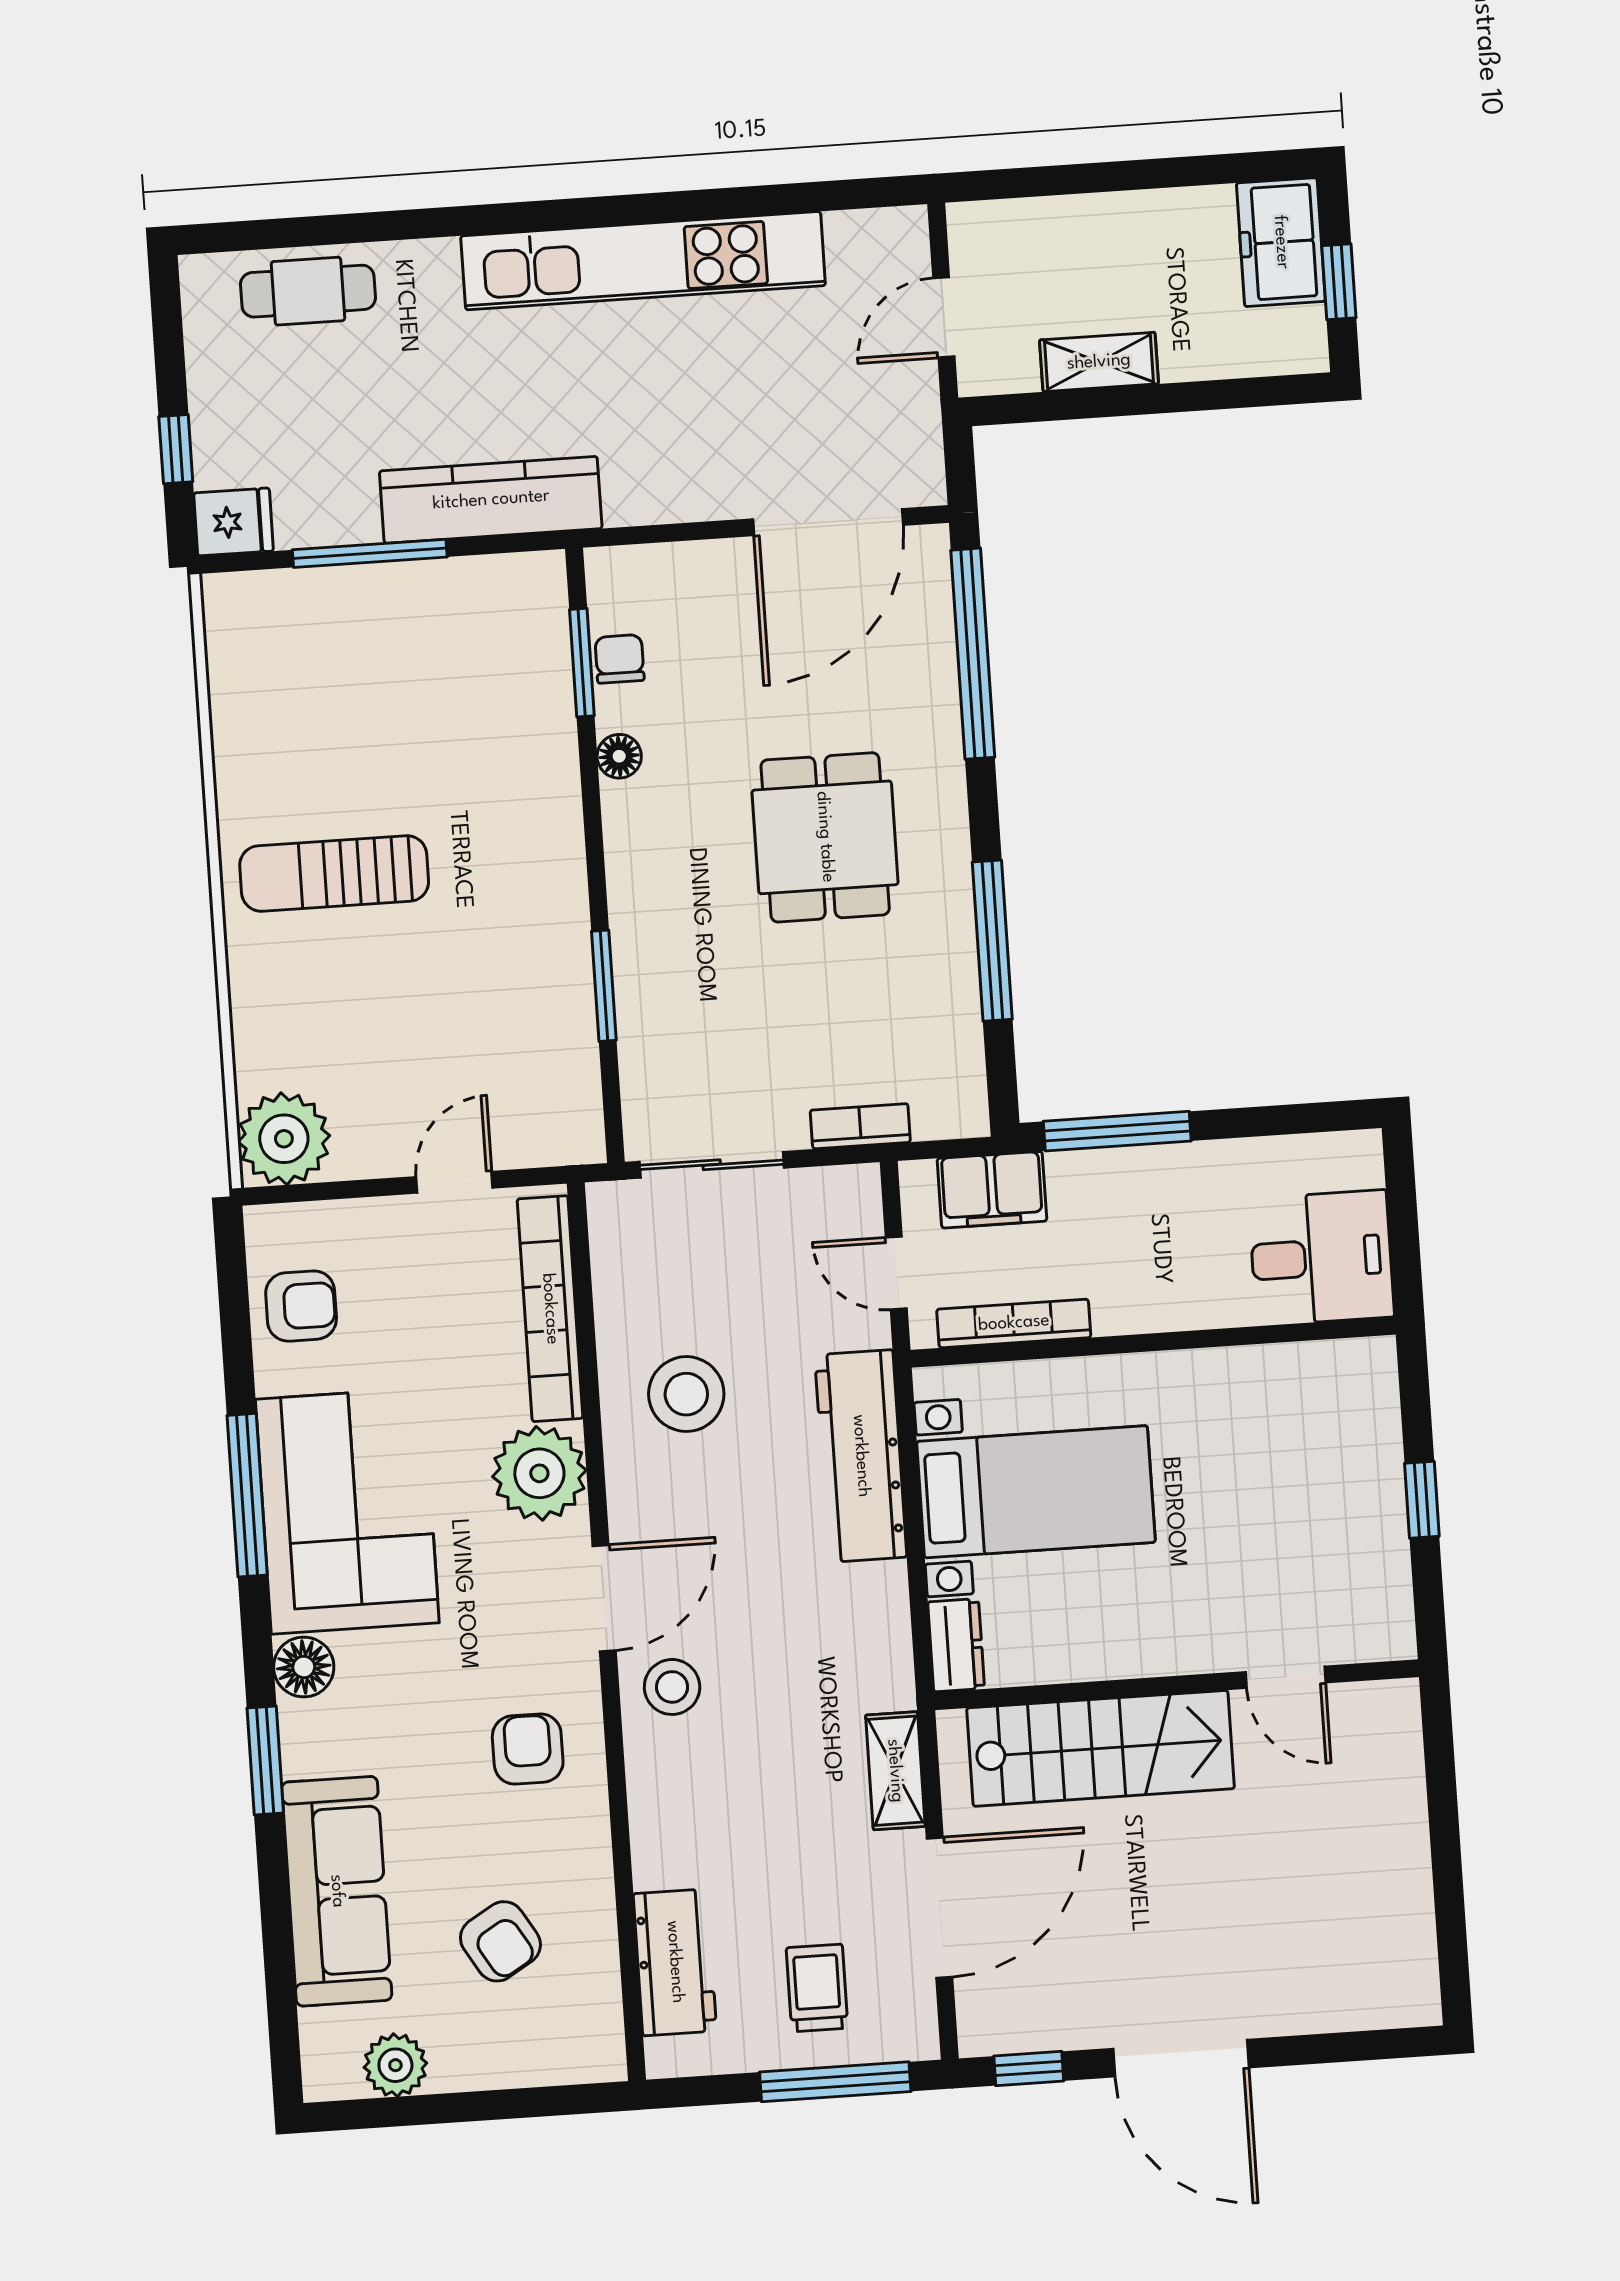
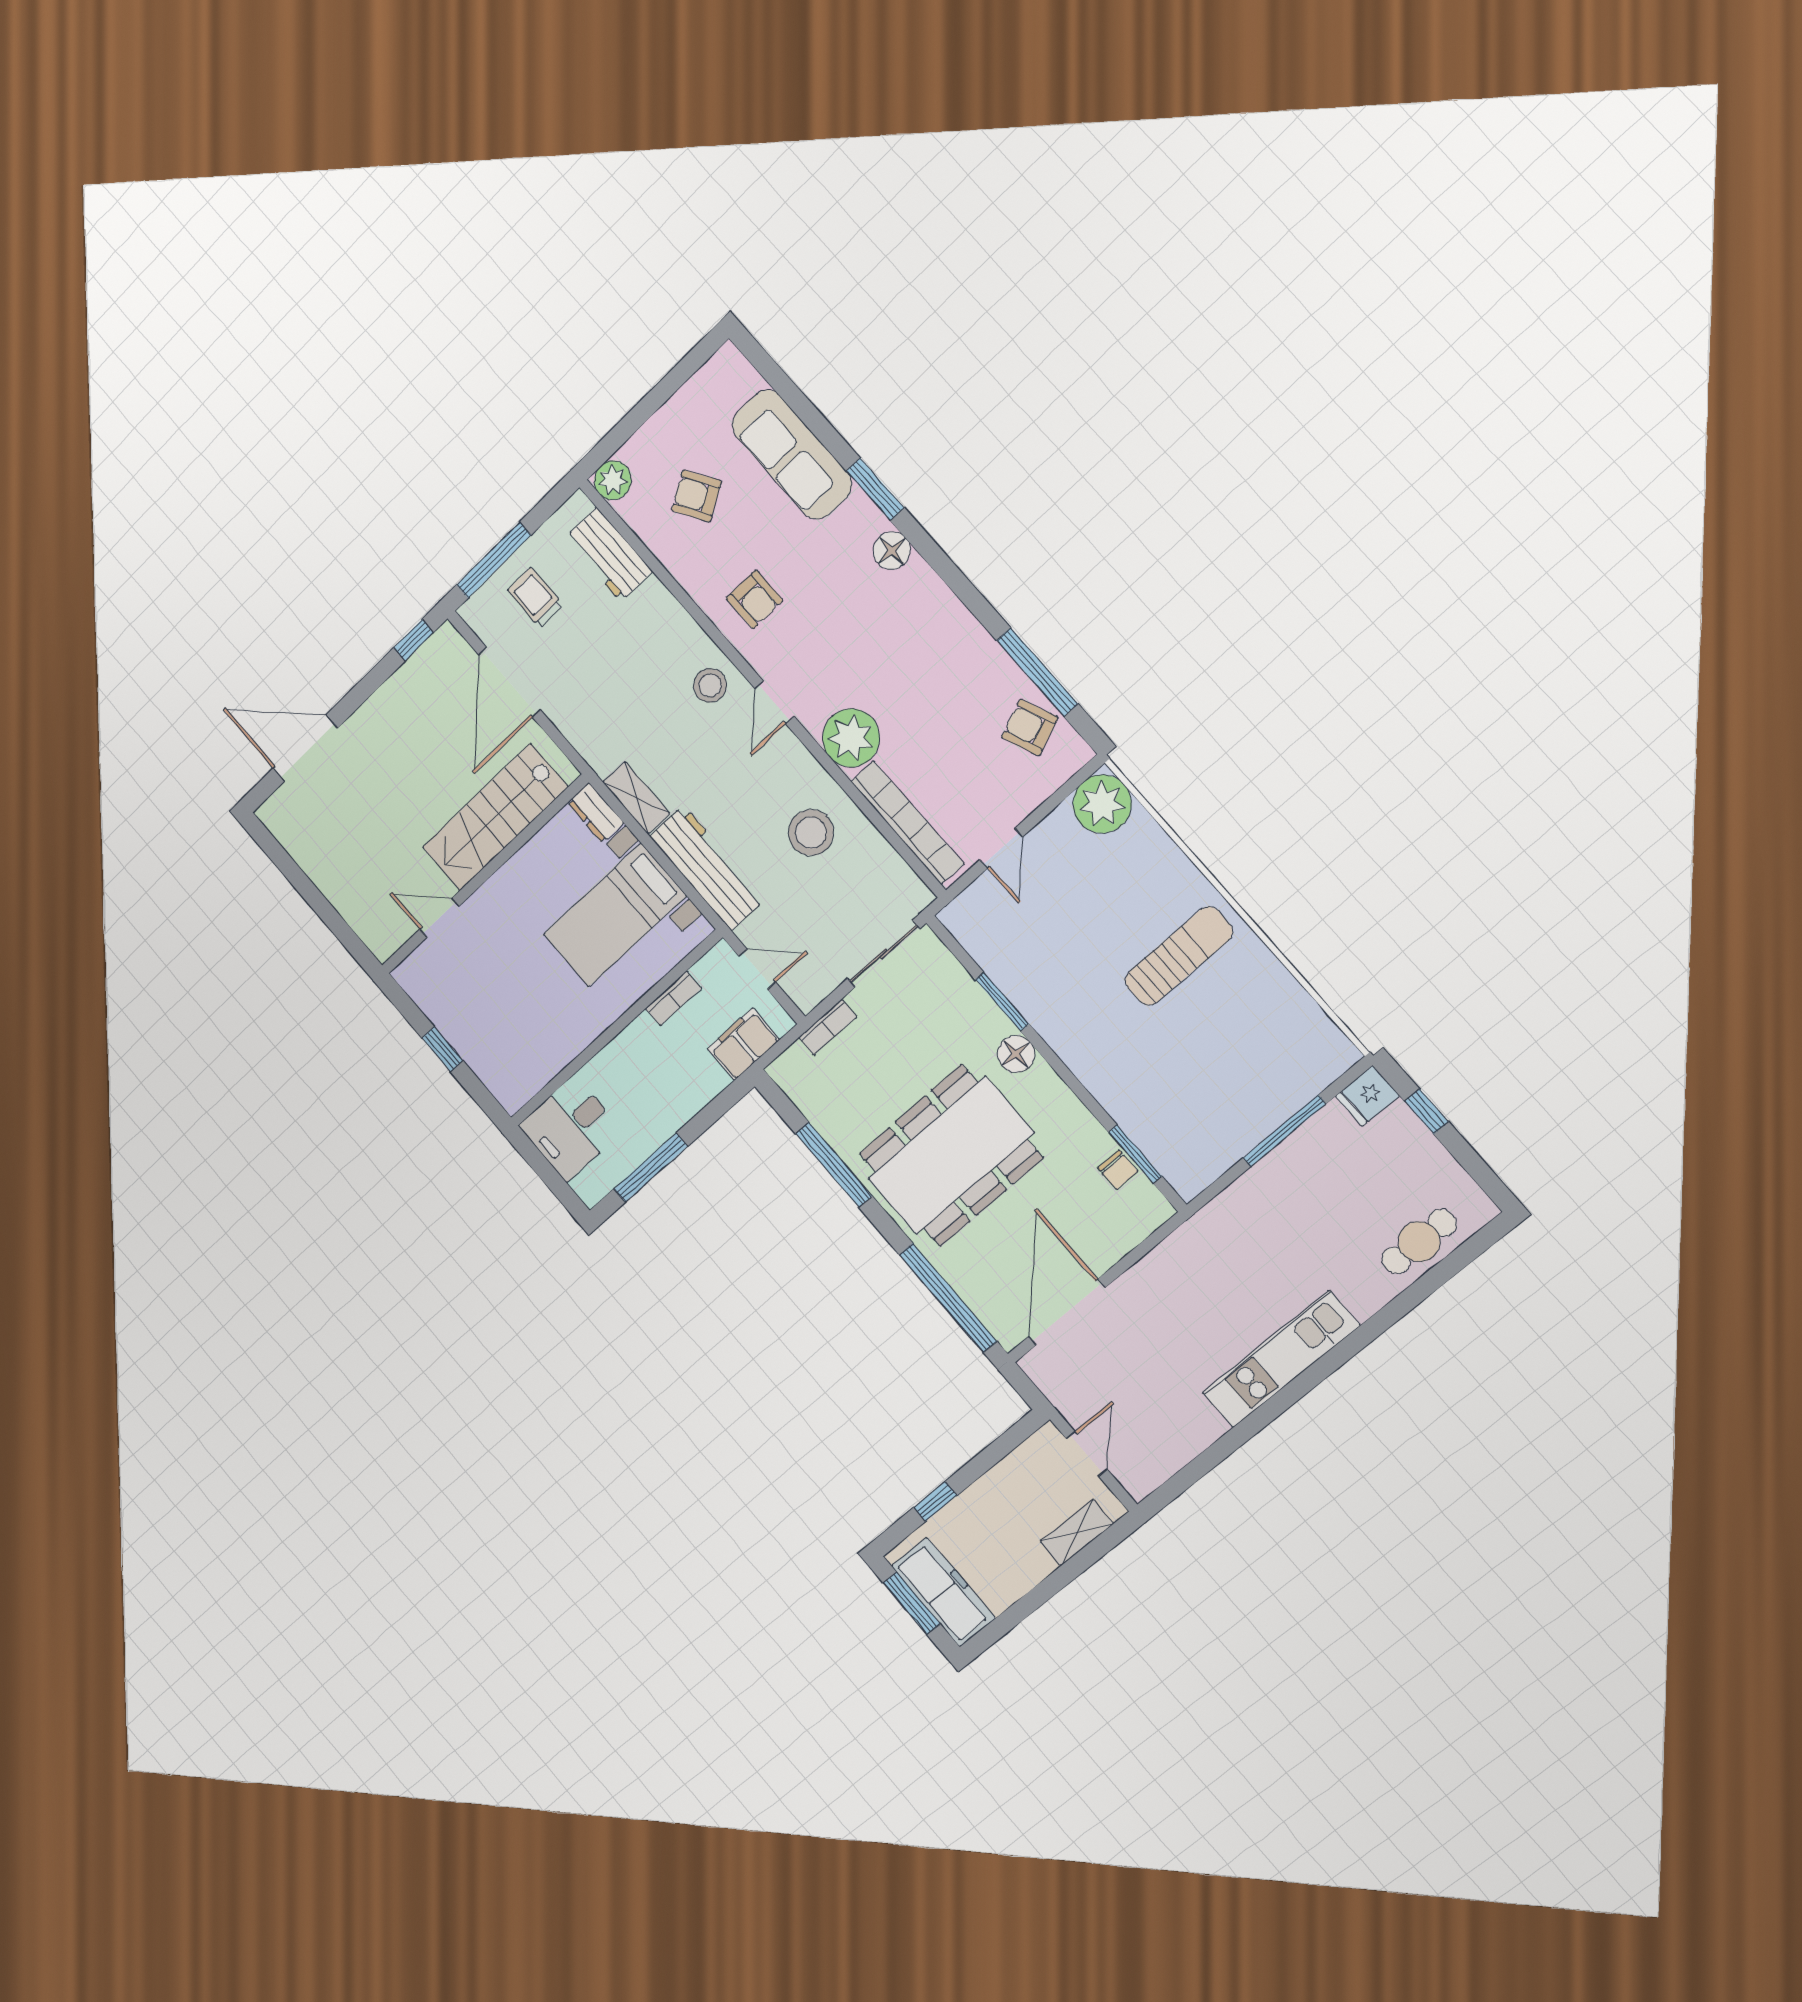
freezer: (1281, 242) -> (943, 1592), width x1.40
kitchen unit: (643, 261) -> (1281, 1359), width x0.73
window: (1339, 282) -> (912, 1603), width x1.50
shelving: (1099, 362) -> (1077, 1533), moved
window: (1200, 396) -> (935, 1502), added
kitchen counter: (491, 500) -> (1243, 1203), removed
floor lamp: (619, 756) -> (1016, 1054), moved, width x1.37, depth x1.37
dining table: (825, 837) -> (951, 1156), width x1.88, depth x1.24
window: (1117, 1131) -> (651, 1168), moved
armchair: (301, 1306) -> (1030, 727), turned 68
bookcase: (1014, 1323) -> (673, 998), width x0.64
window: (247, 1495) -> (1037, 672), moved
corner sofa: (347, 1511) -> (929, 644), removed
door: (604, 1598) -> (774, 702), width x0.73
shelving: (895, 1771) -> (636, 798), moved
trolley: (817, 1988) -> (535, 597), turned 180
door: (1181, 2058) -> (305, 748), moved
plant: (395, 2065) -> (613, 480), moved

